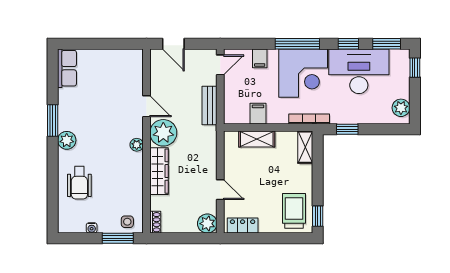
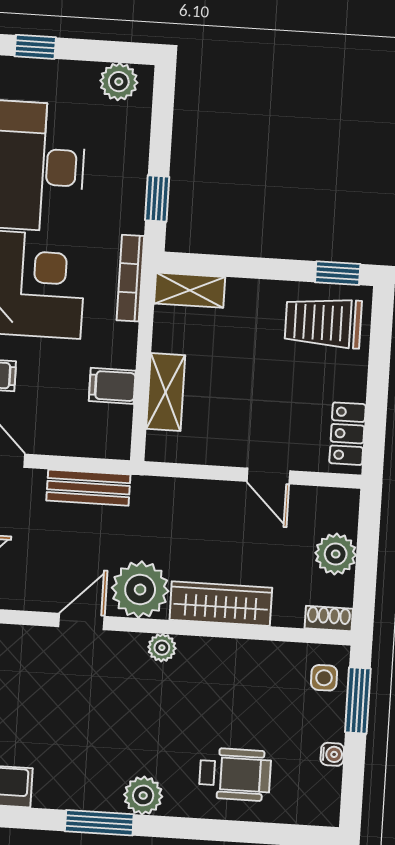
door: (220, 190) -> (268, 476), swing flipped
plant: (207, 224) -> (336, 554), moved

